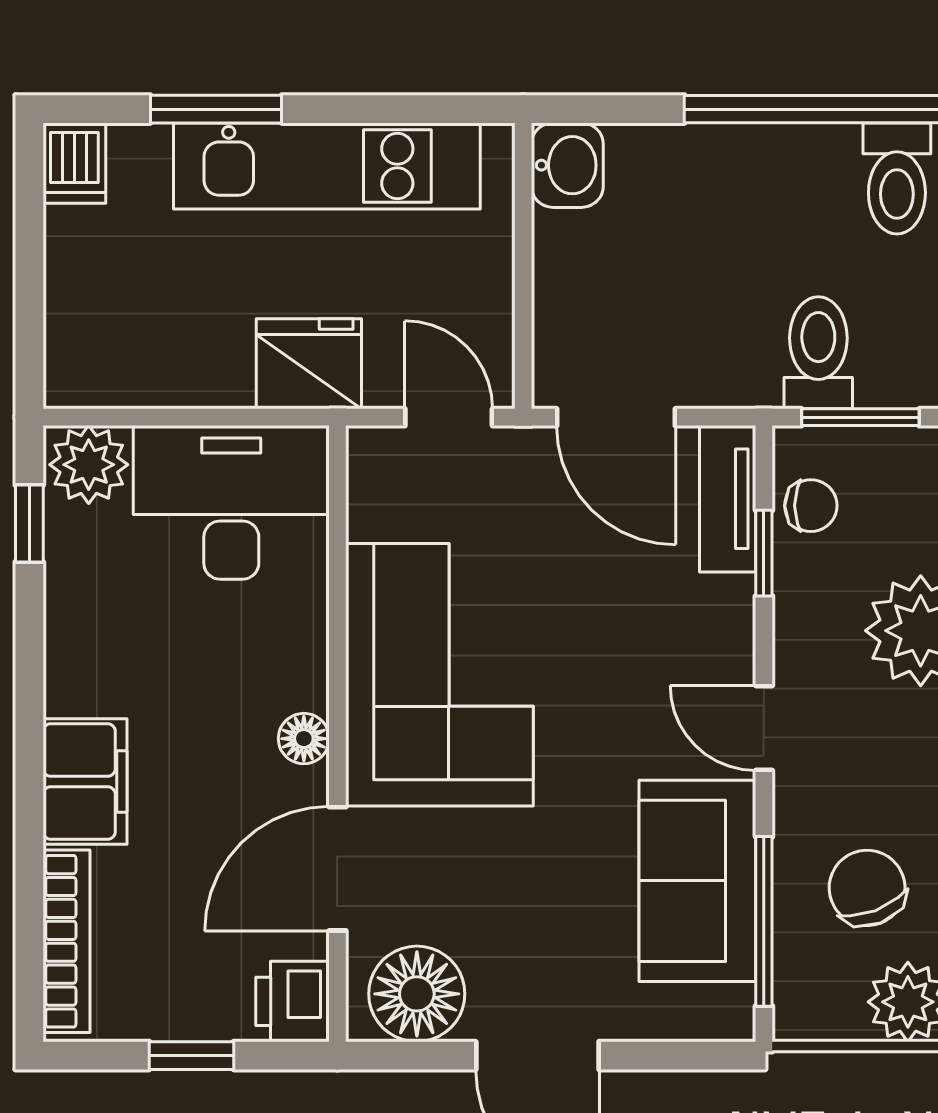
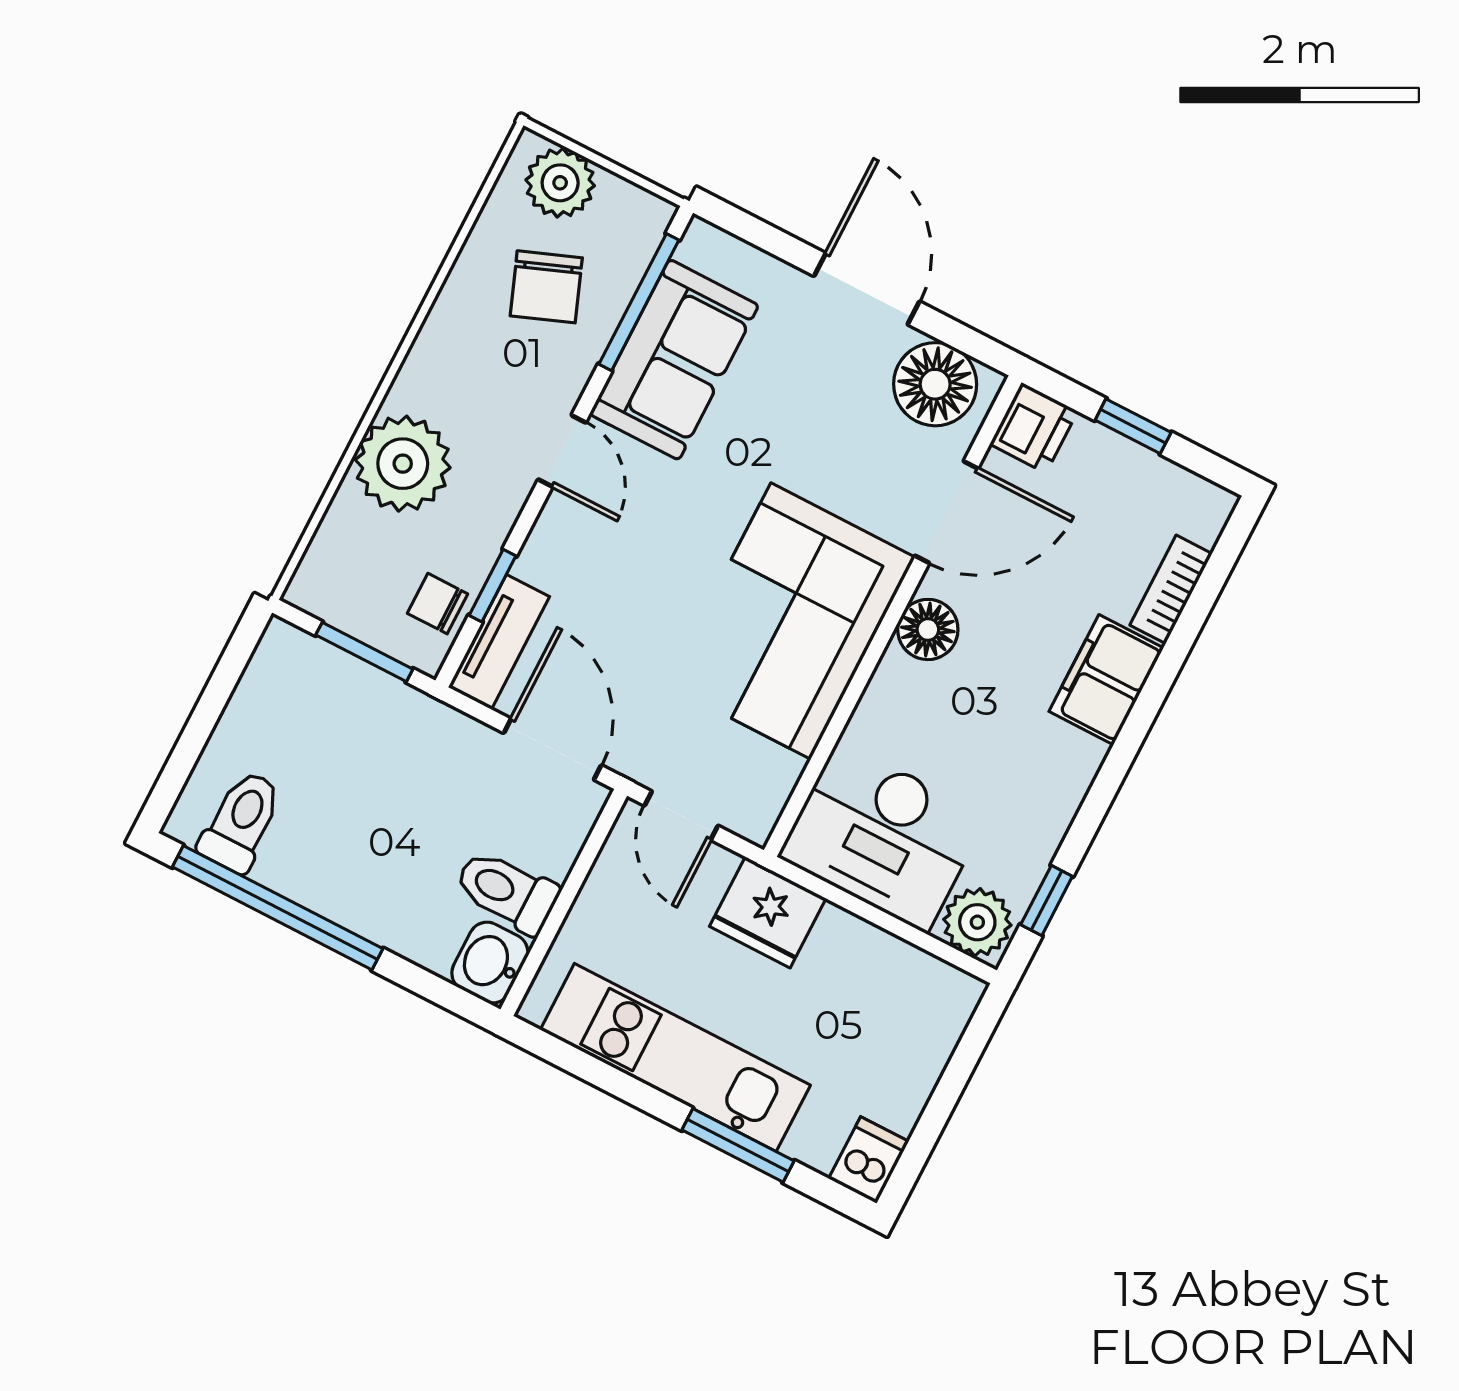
toilet: (818, 353) -> (507, 891), moved, turned 90
floor lamp: (304, 739) -> (928, 629), width x1.37, depth x1.37
bookcase: (66, 941) -> (1171, 589), width x0.64

